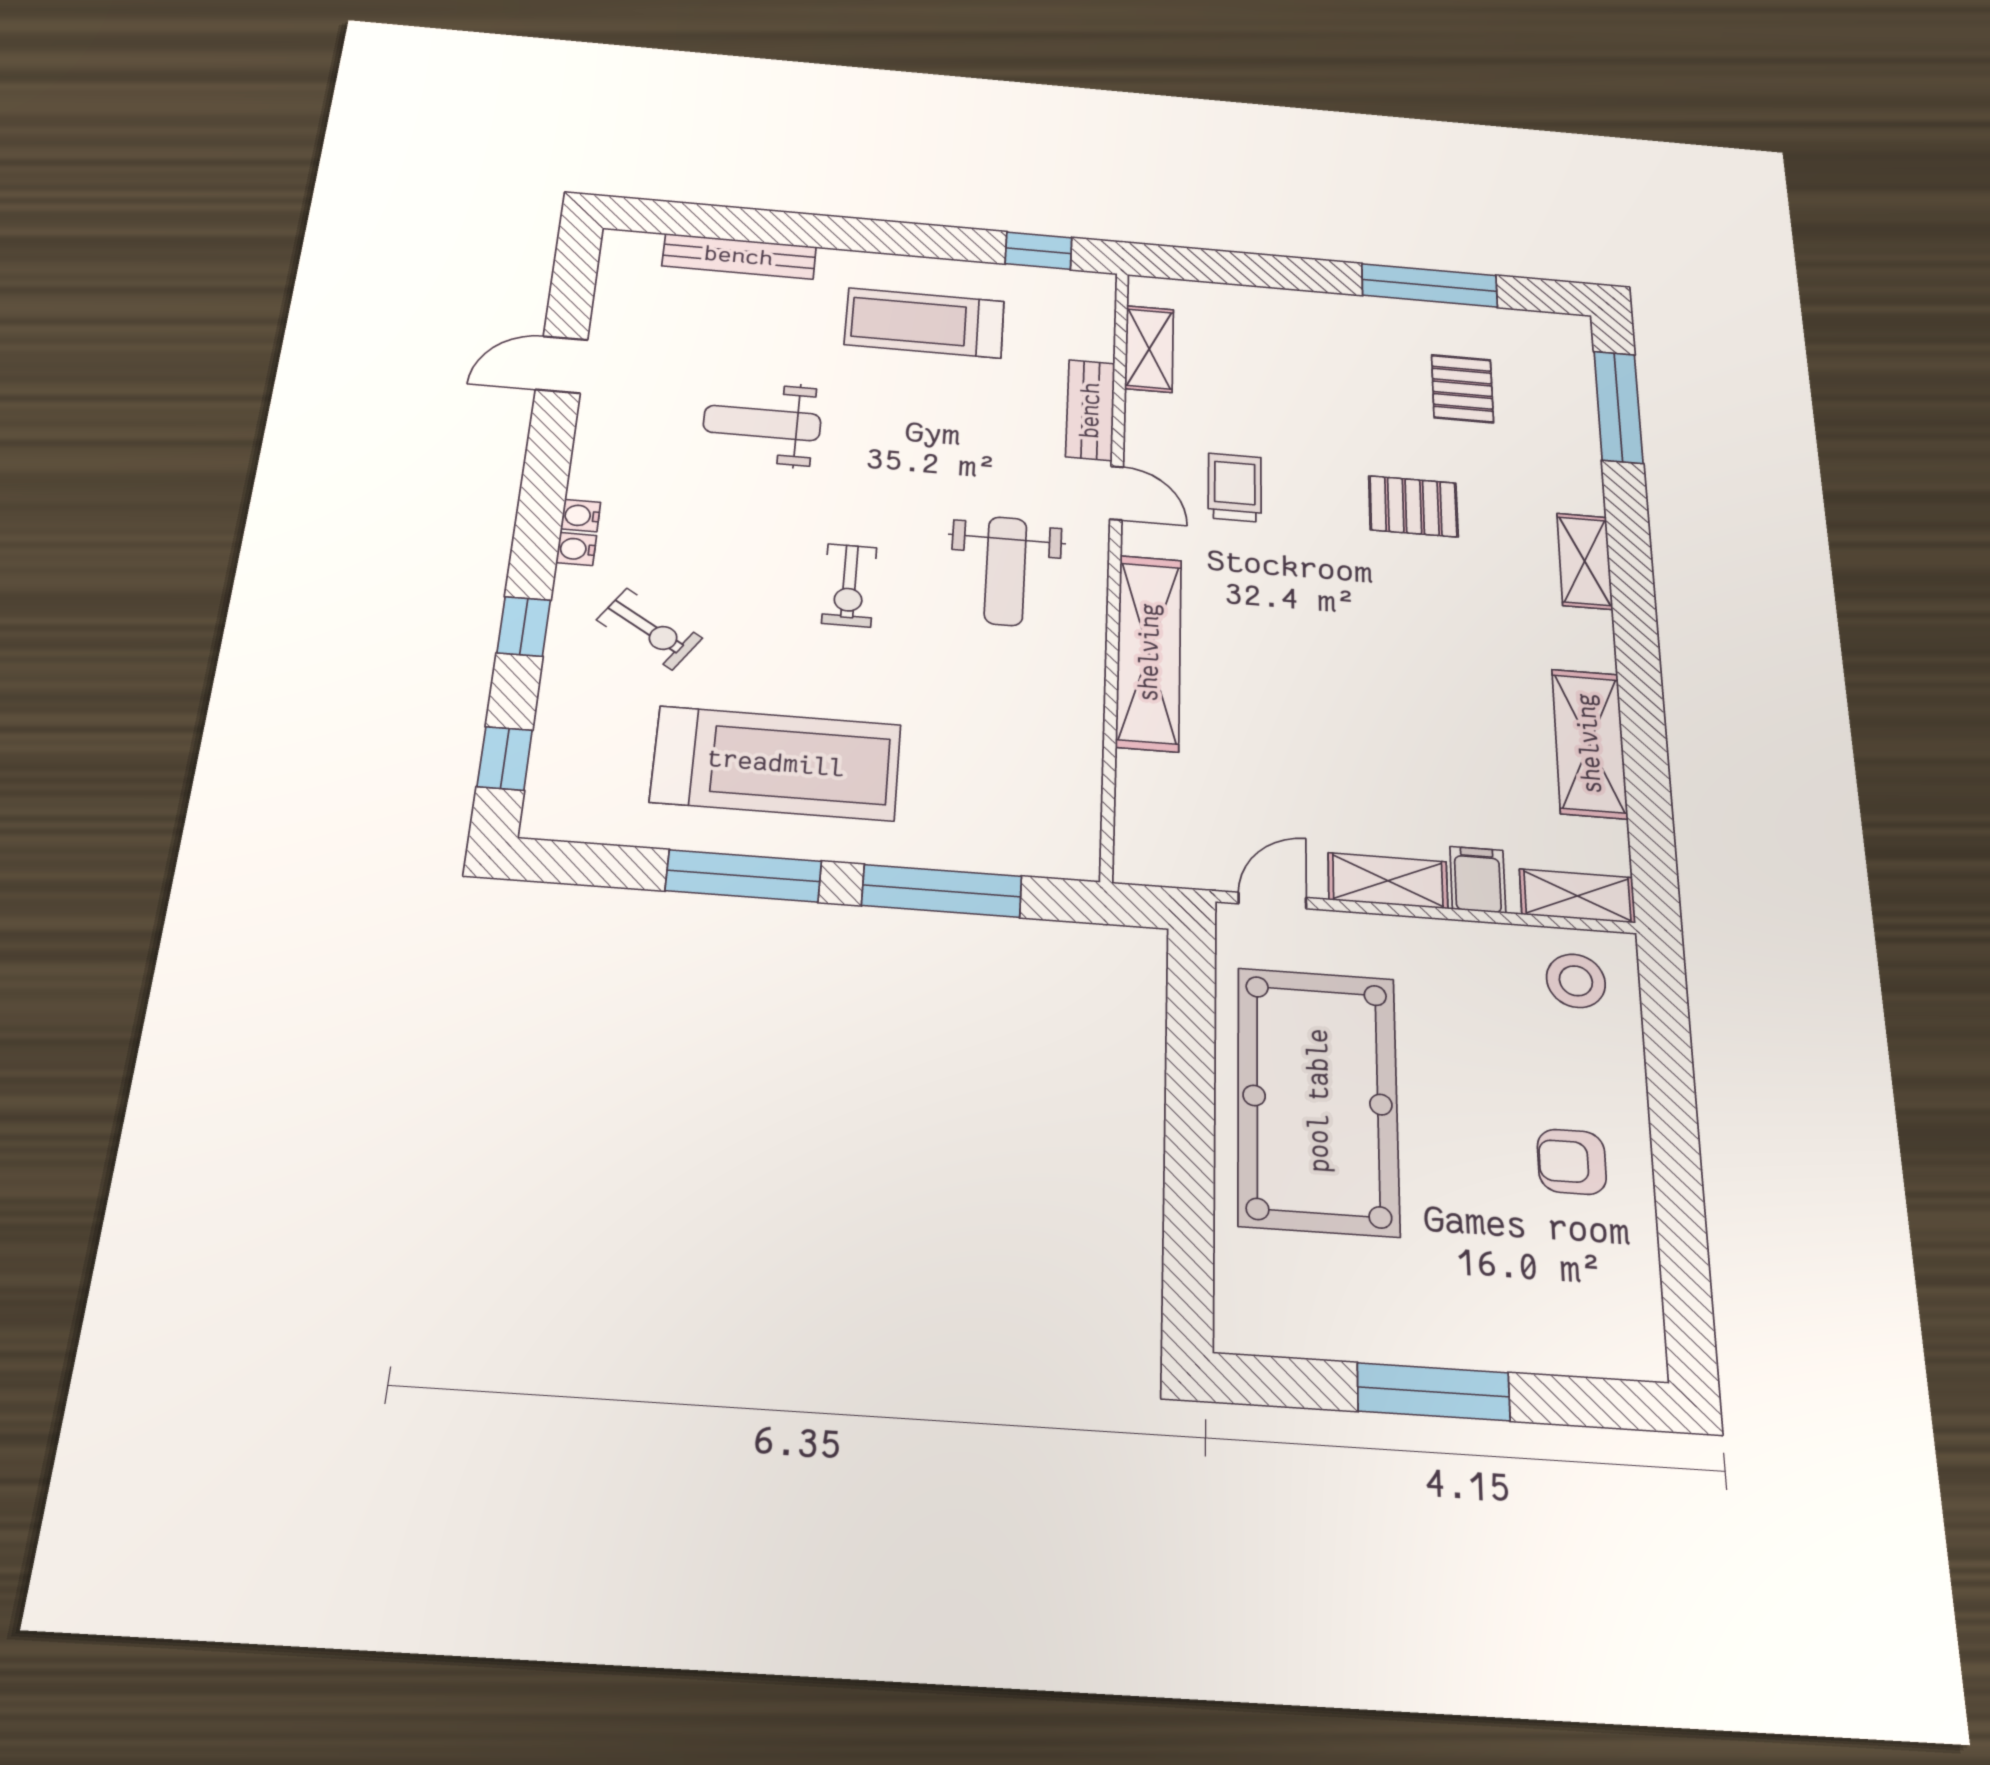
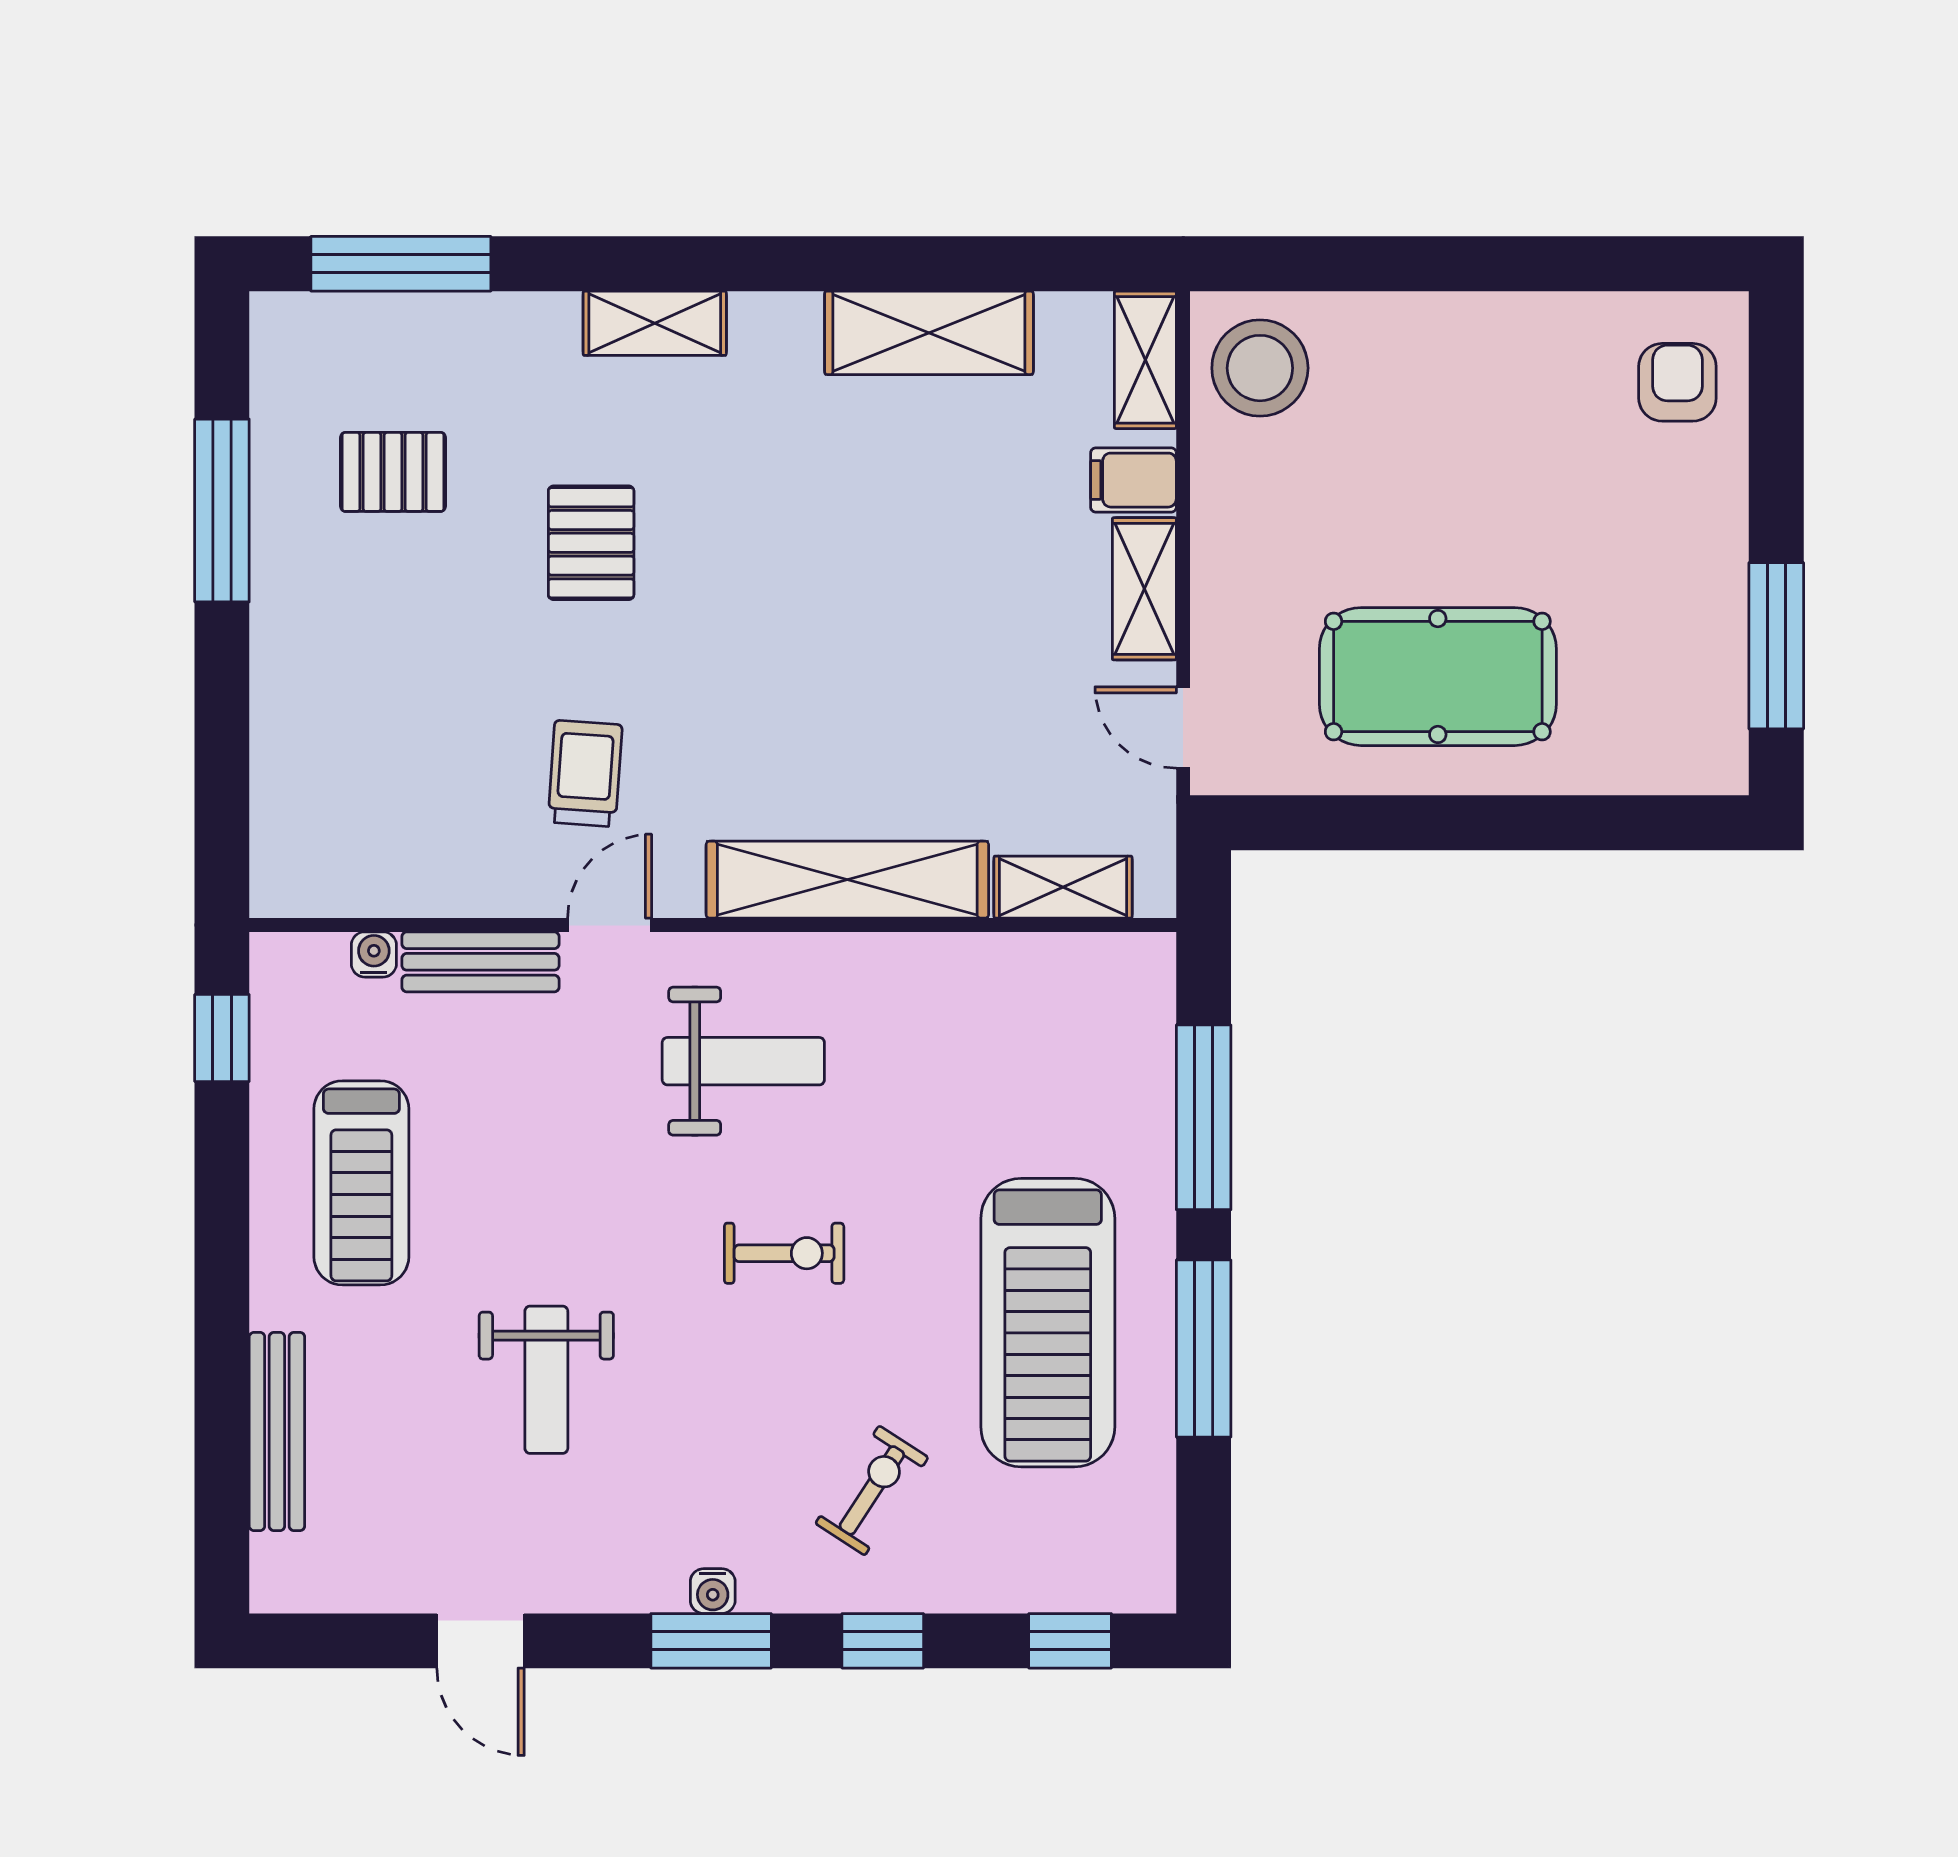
shelving: (1149, 349) -> (1063, 887), moved
trolley: (1235, 488) -> (585, 774), turned 94
window: (540, 511) -> (711, 1641), added
water cooler: (576, 549) -> (374, 954), moved, turned 180
treadmill: (776, 763) -> (1048, 1323), turned 180
stool: (1576, 981) -> (1260, 368), width x1.38, depth x1.38
pool table: (1318, 1100) -> (1438, 677), width x0.73, depth x0.76
armchair: (1572, 1162) -> (1677, 382), moved, turned 180
window: (1434, 1392) -> (1776, 646), moved

